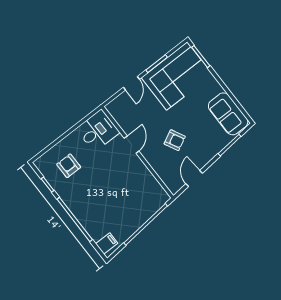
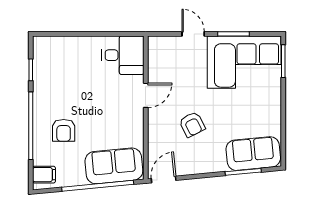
door: (131, 83) -> (193, 34), swing flipped
sofa: (228, 114) -> (253, 154), moved, turned 85
armchair: (69, 166) -> (64, 130), moved, turned 180
door: (194, 178) -> (164, 179), moved
sofa: (146, 204) -> (114, 166), added

